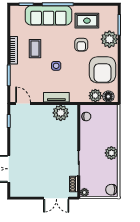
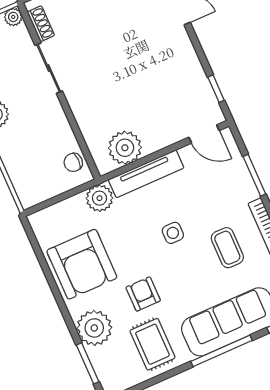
rug: (87, 21) -> (152, 344), turned 90
armchair: (102, 70) -> (82, 264), turned 180
plant: (95, 96) -> (99, 198), moved
floor lamp: (108, 96) -> (48, 219), removed
tv unit: (56, 97) -> (146, 174), width x1.41

